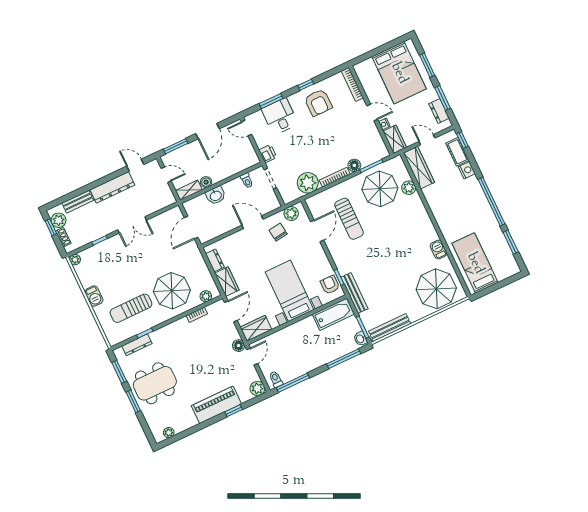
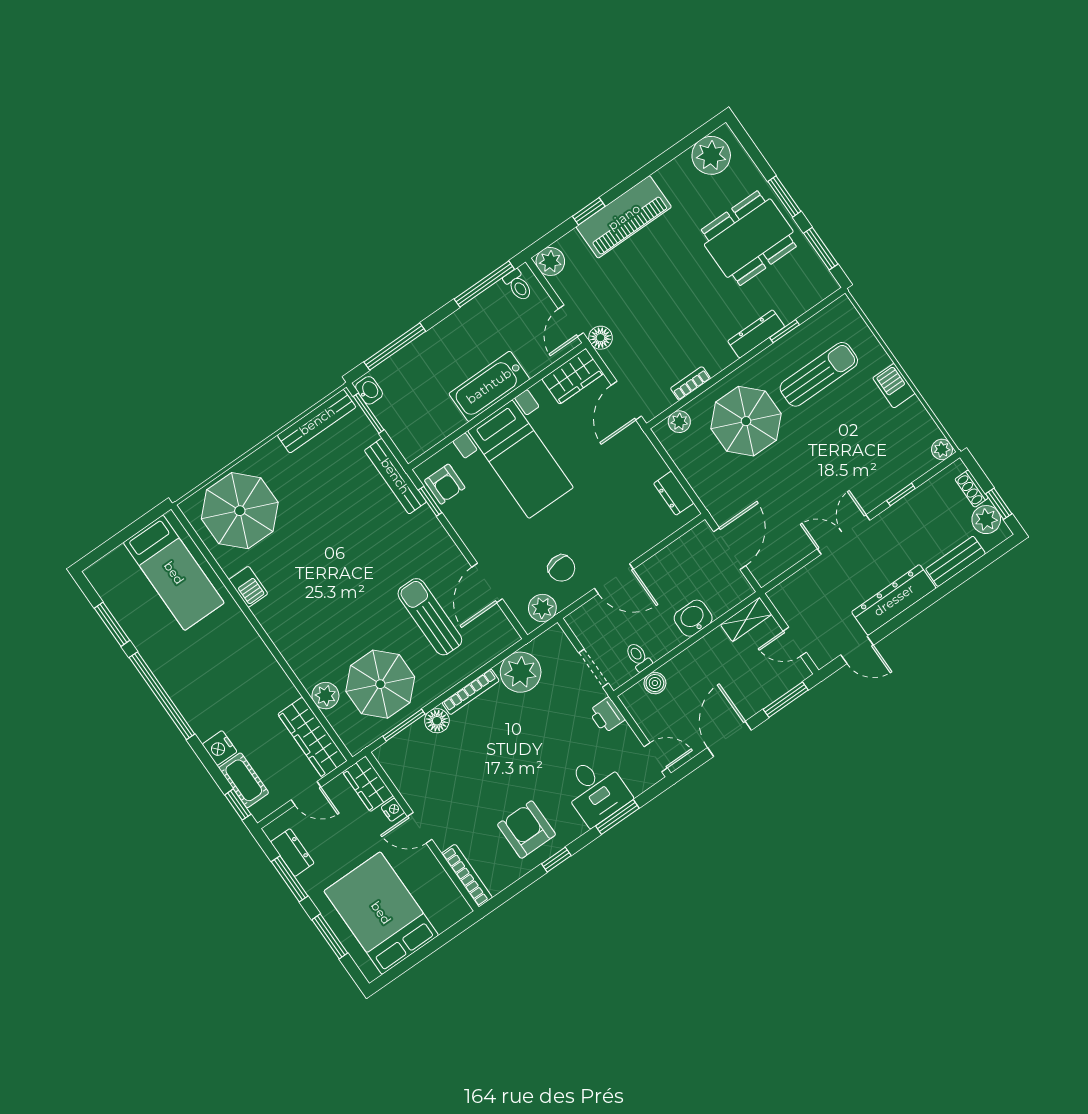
boiler: (206, 182) -> (655, 683), moved
wardrobe: (227, 282) -> (644, 457), removed
bathtub: (333, 314) -> (489, 386), moved
dresser: (137, 345) -> (756, 334), moved
plant: (169, 433) -> (711, 155), width x1.87, depth x1.87

